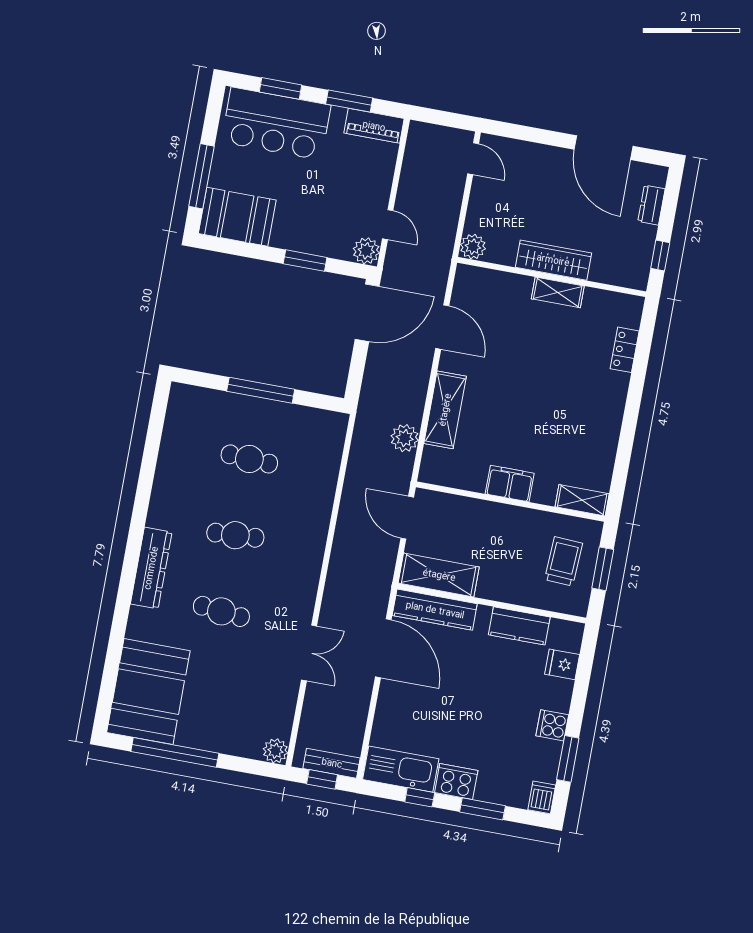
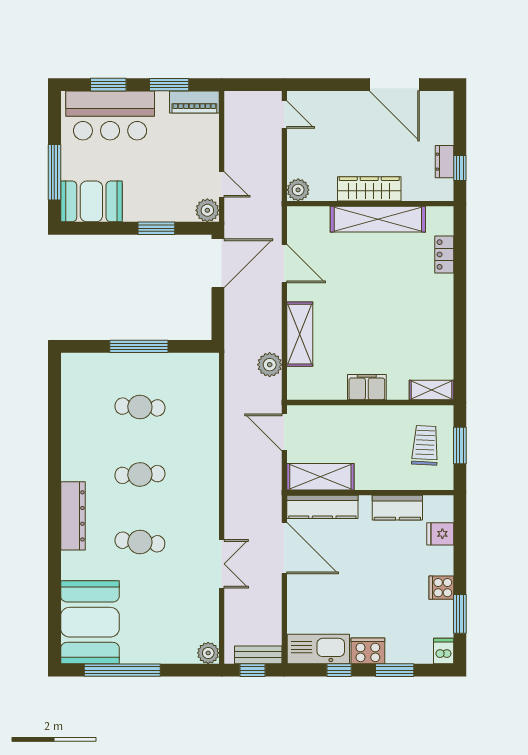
dresser: (651, 205) -> (444, 162), moved
shelving: (558, 292) -> (378, 219), width x2.20, depth x1.33

